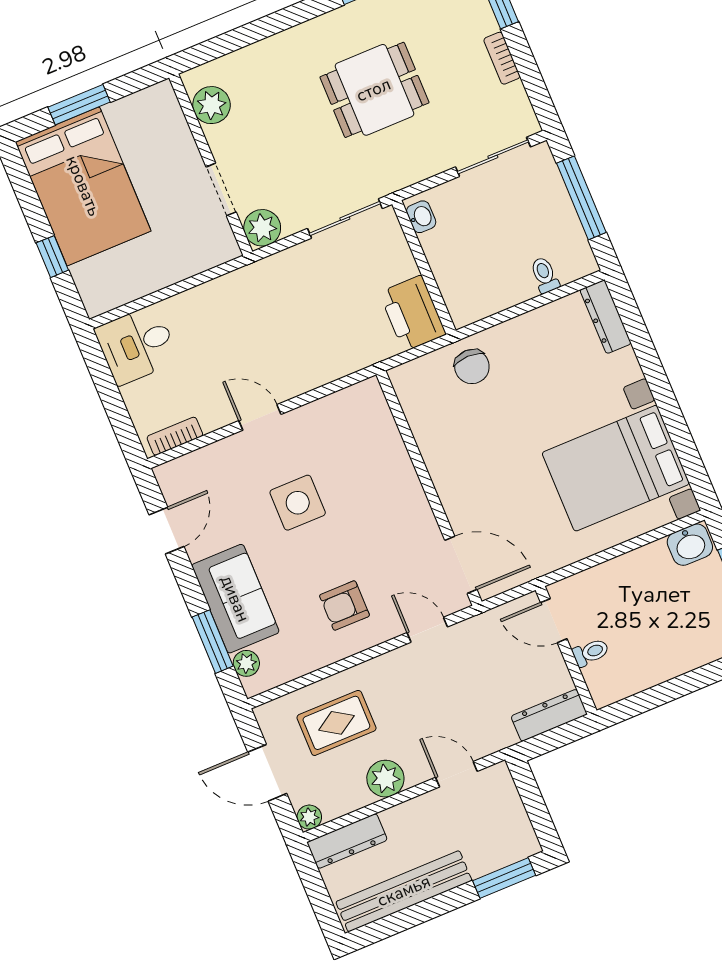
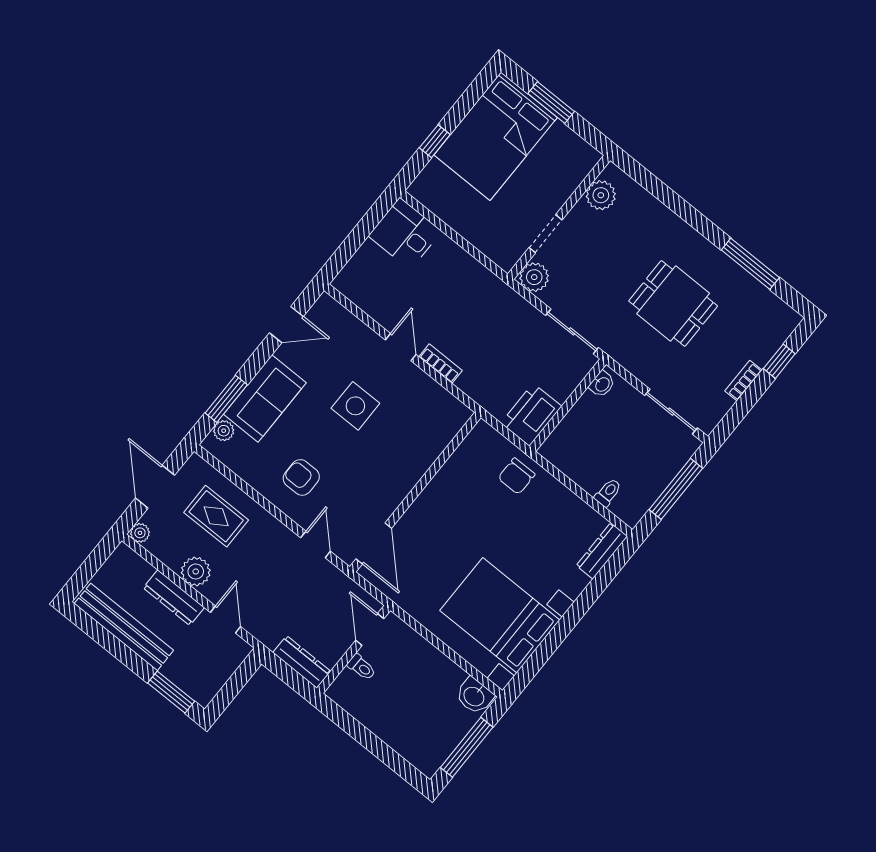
bookcase: (175, 436) -> (441, 364), moved
dresser: (347, 841) -> (174, 598), moved

